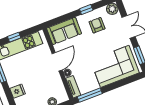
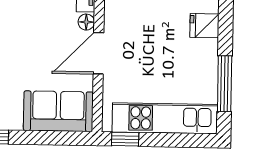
window: (14, 37) -> (125, 139), moved

